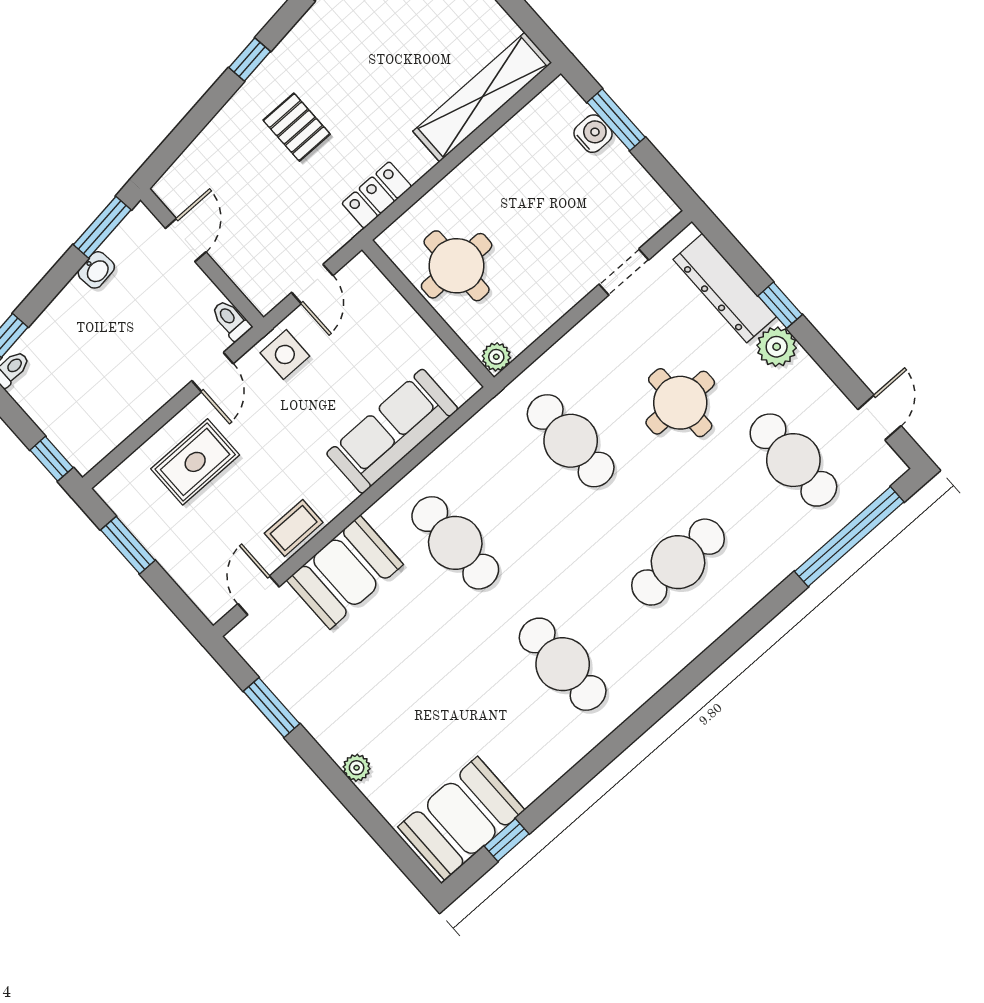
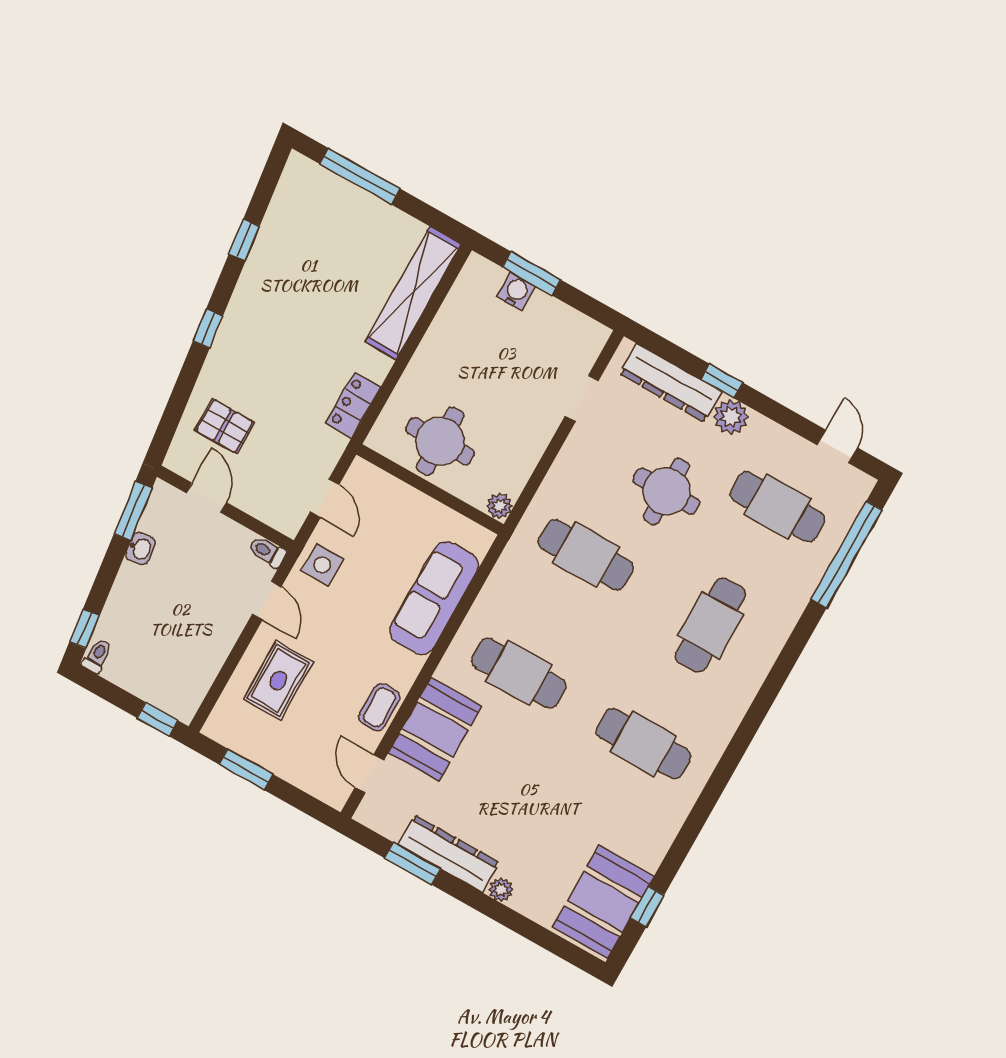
pallet: (297, 127) -> (225, 426), moved
dresser: (314, 710) -> (449, 854), added

